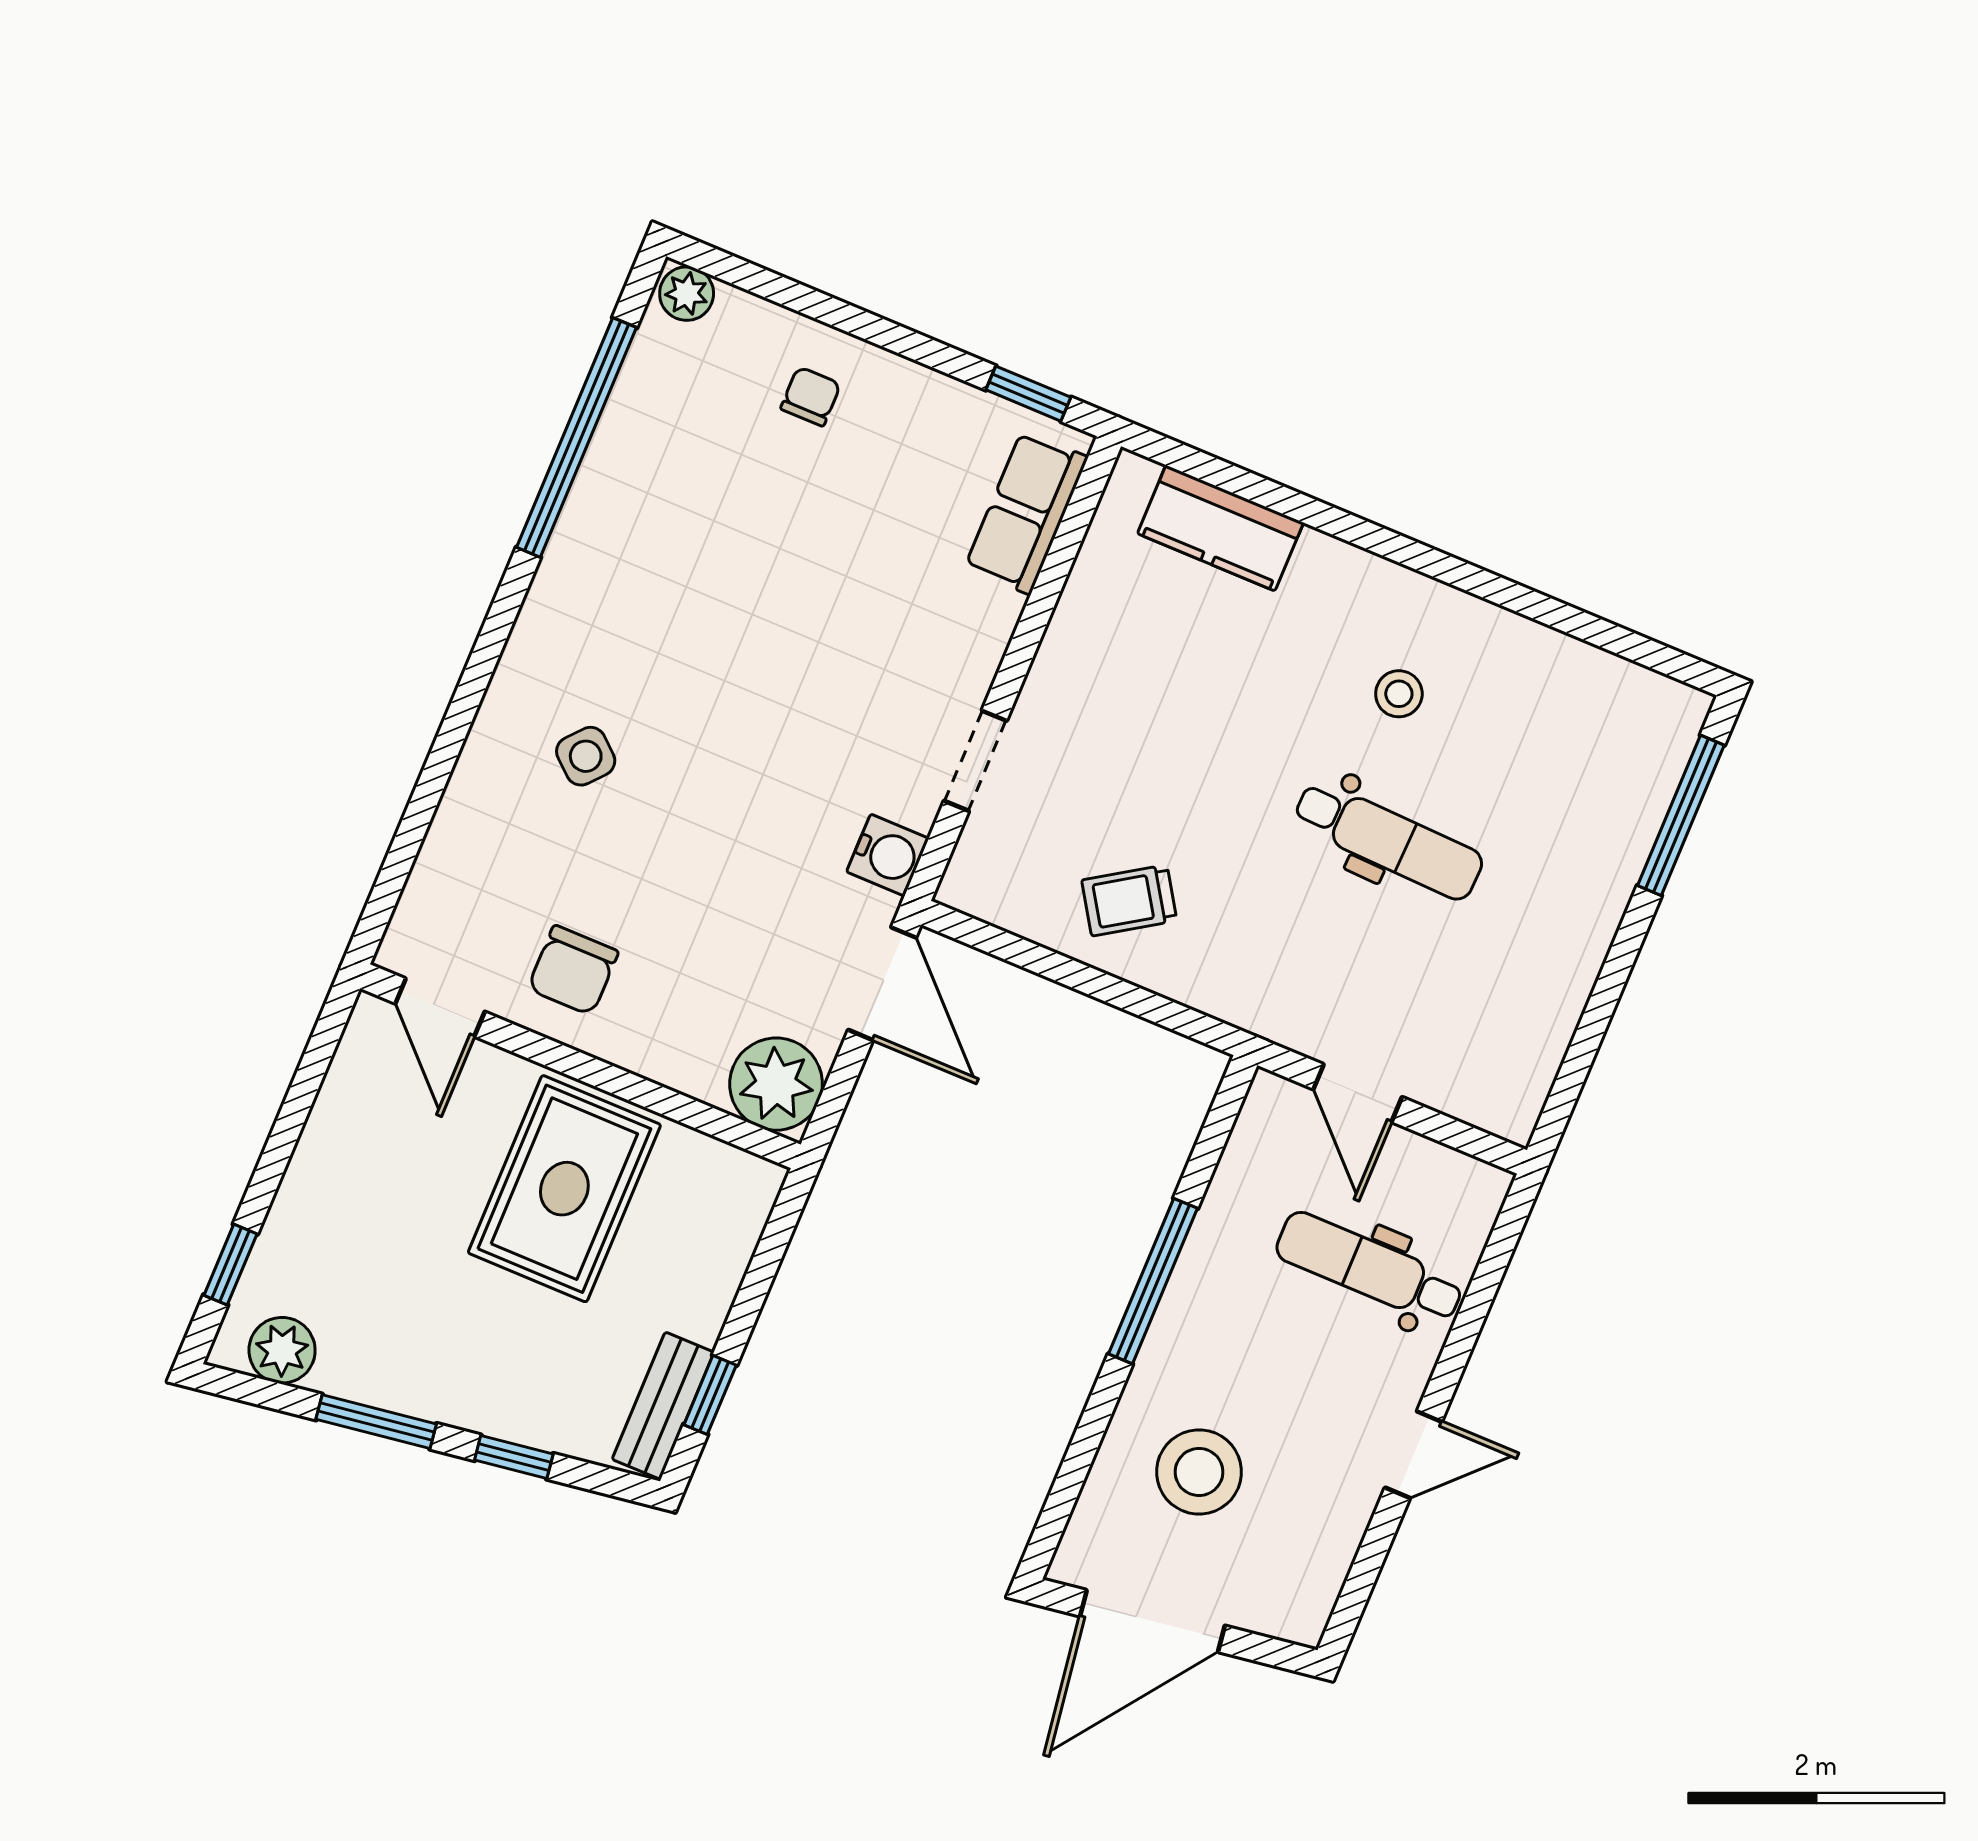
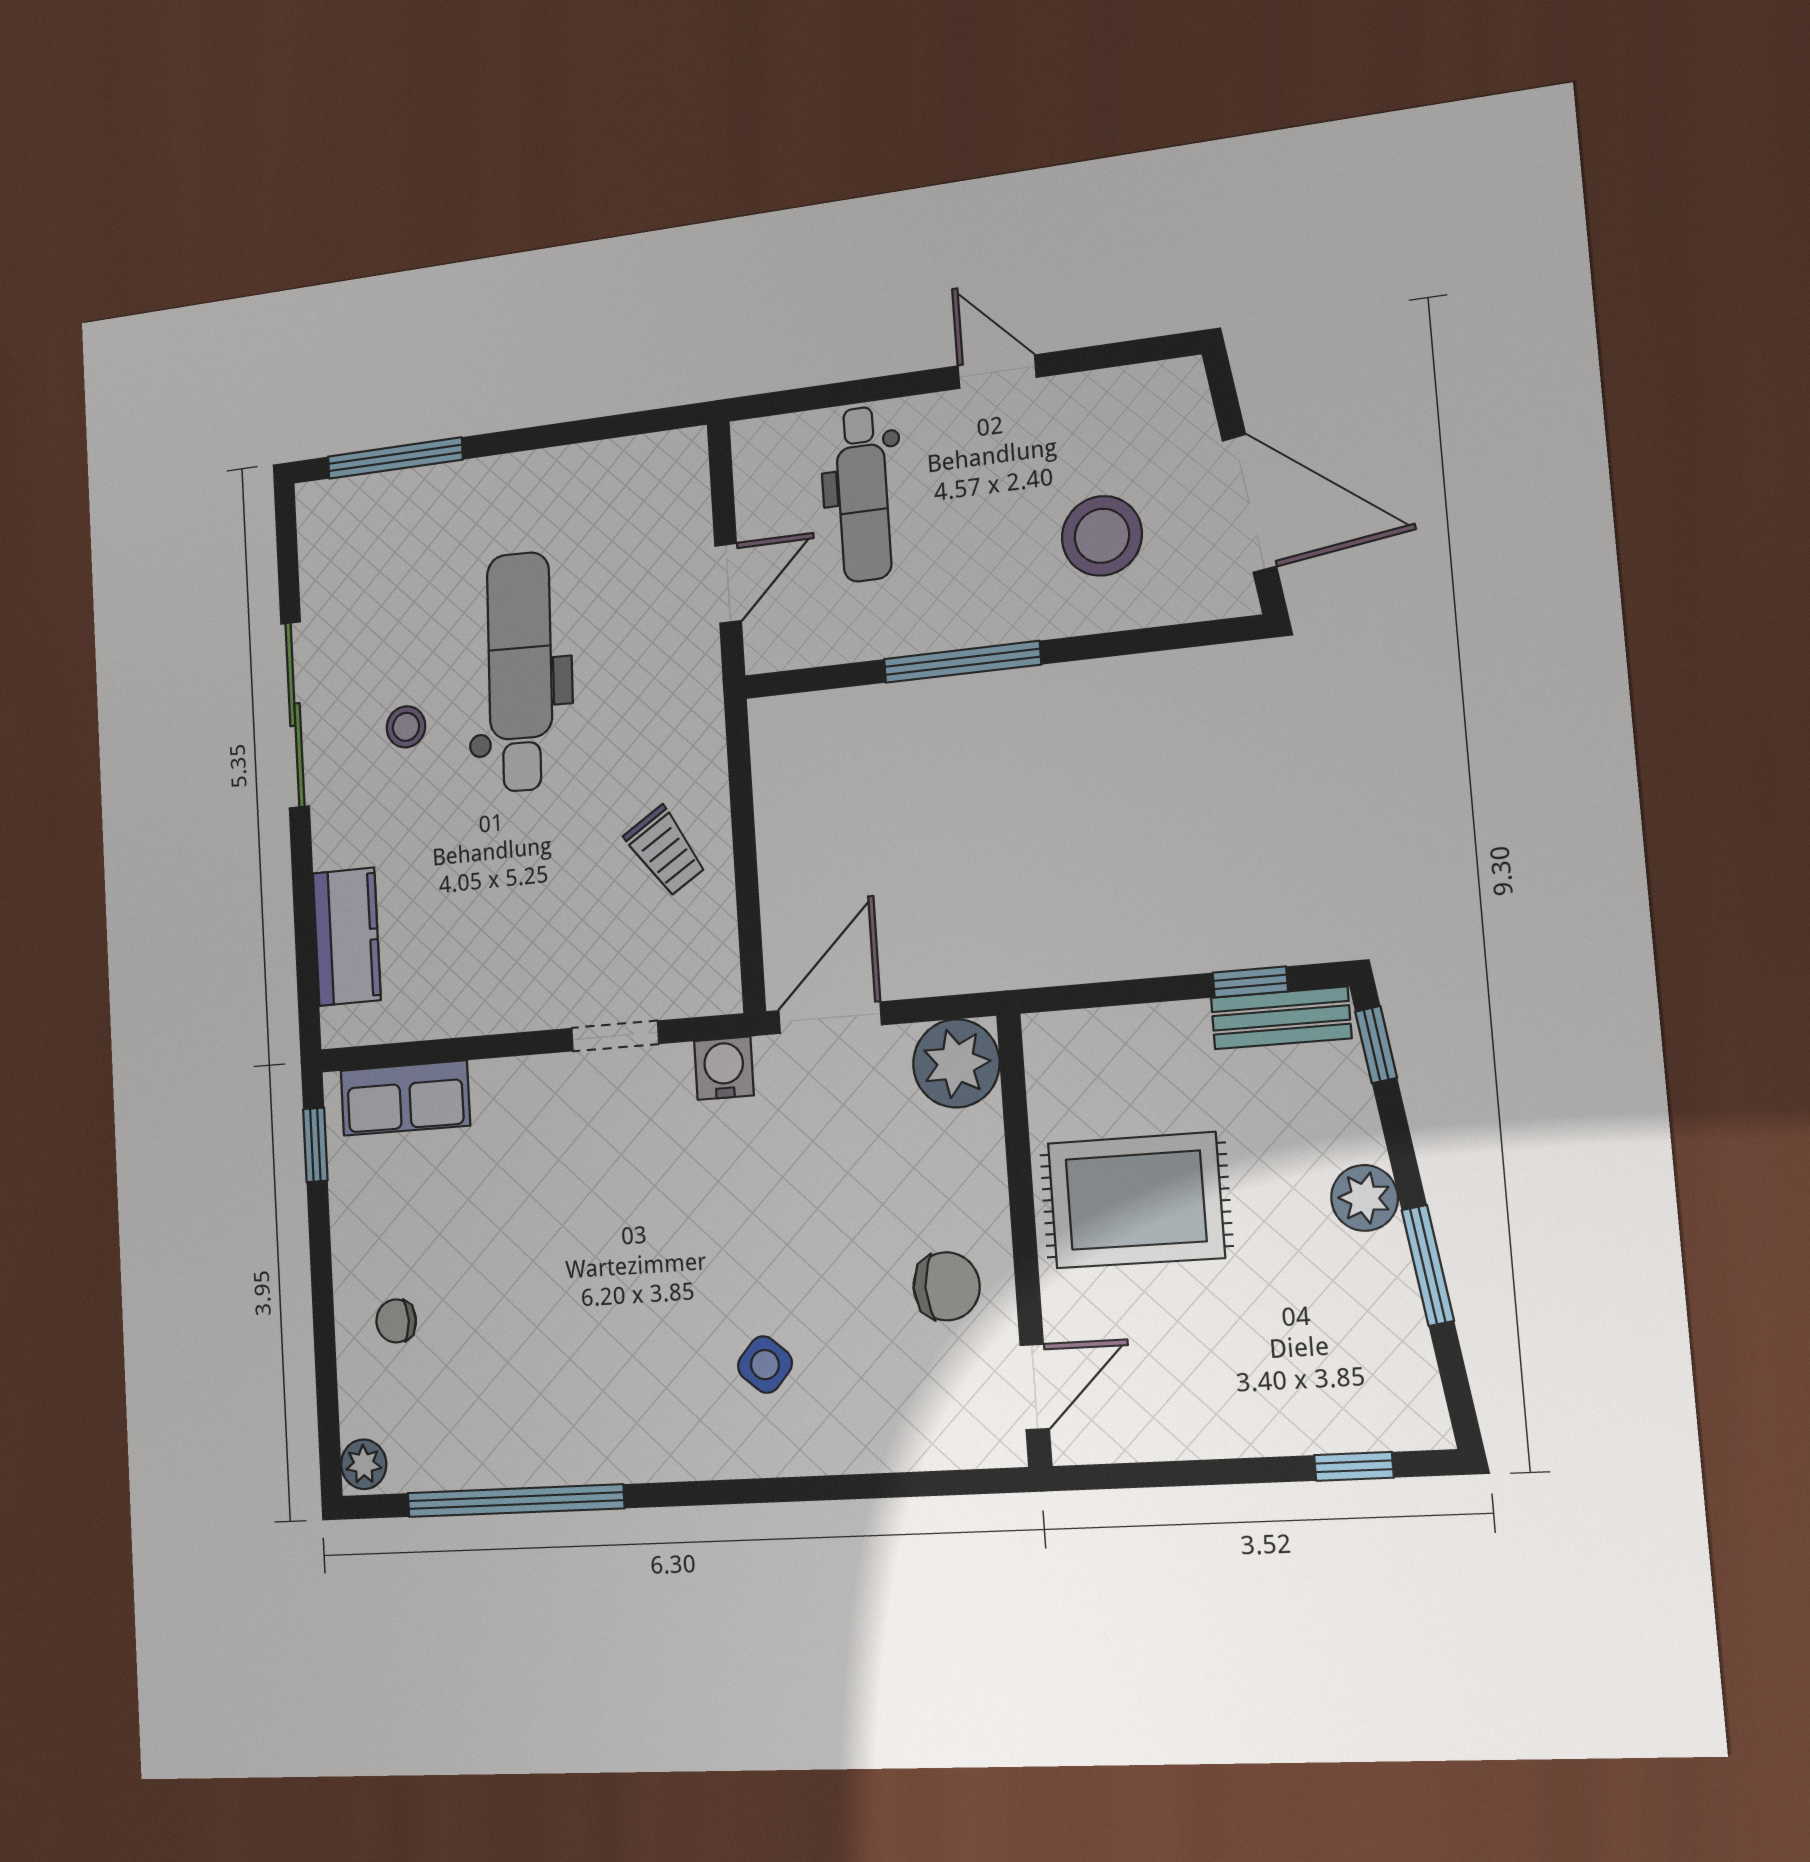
sliding door: (1477, 581) -> (295, 715), added
dental chair: (1388, 840) -> (520, 672), width x1.36, depth x1.38
plant: (282, 1350) -> (1364, 1198), moved
window: (514, 1457) -> (1376, 1045), moved

